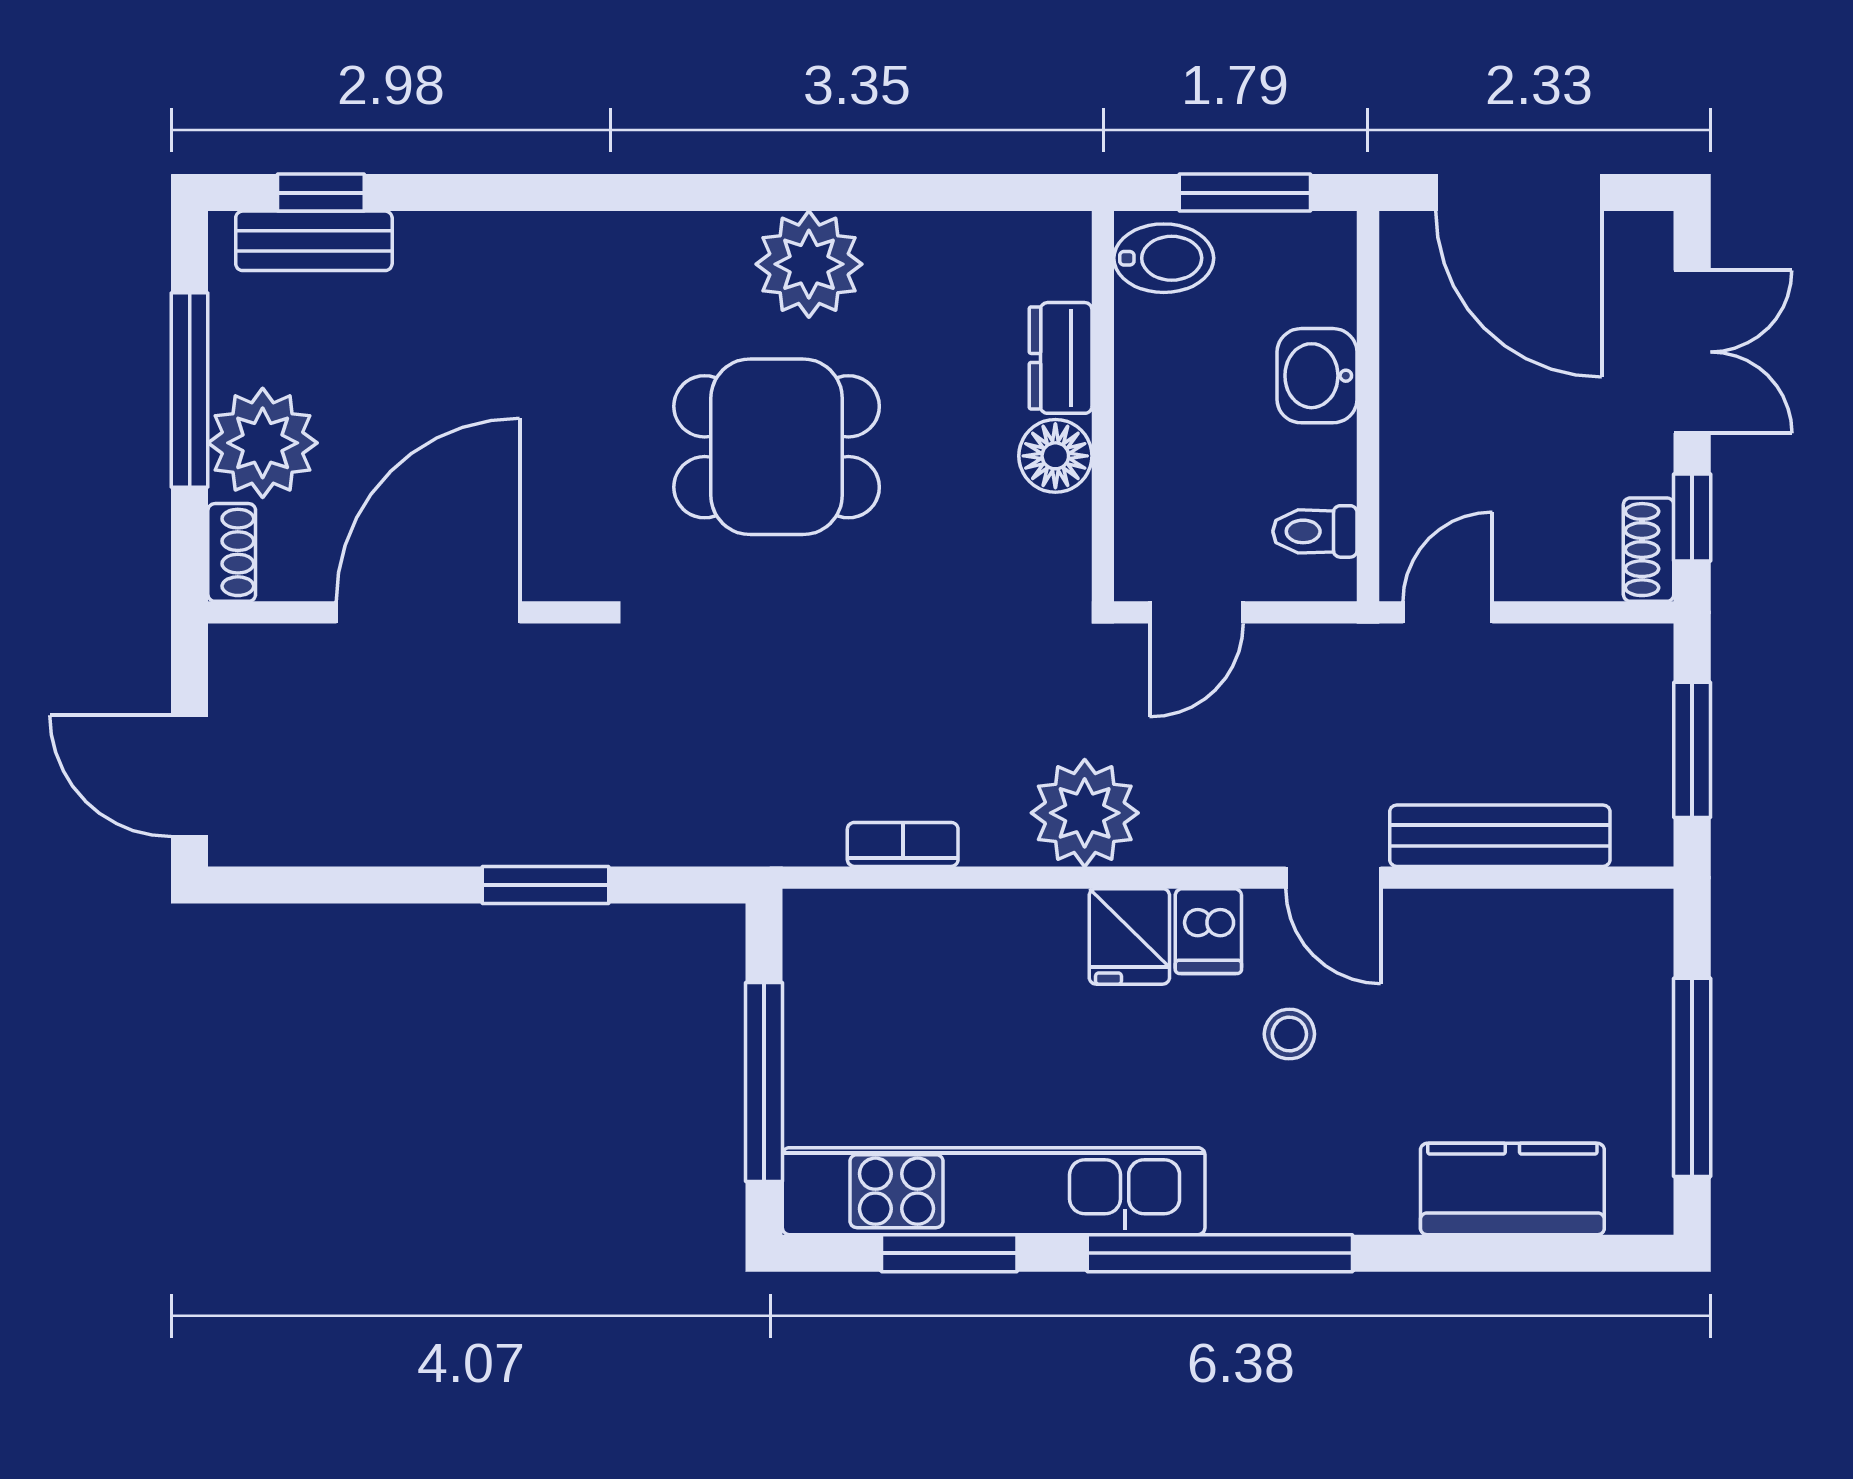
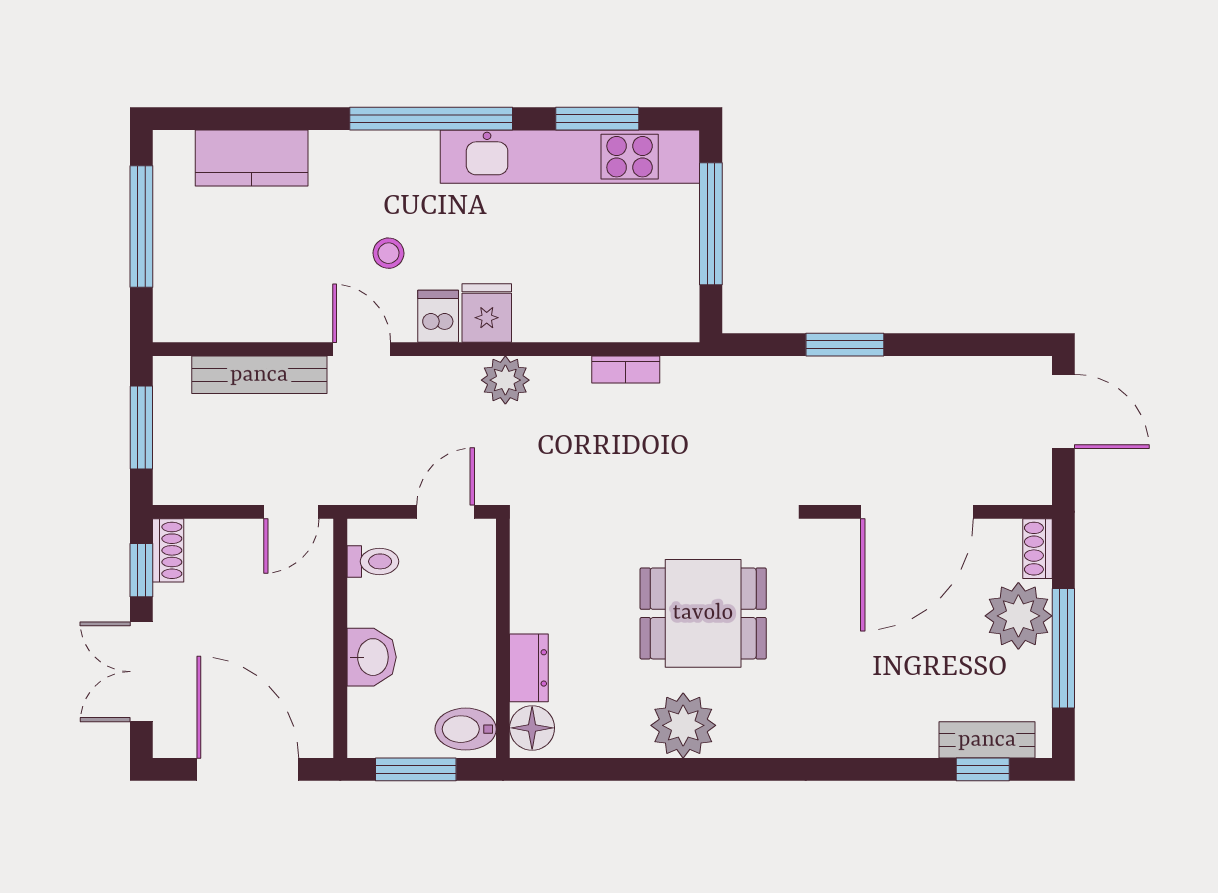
floor lamp: (1055, 456) -> (532, 728), moved
plant: (1085, 813) -> (505, 380), width x0.73, depth x0.73

